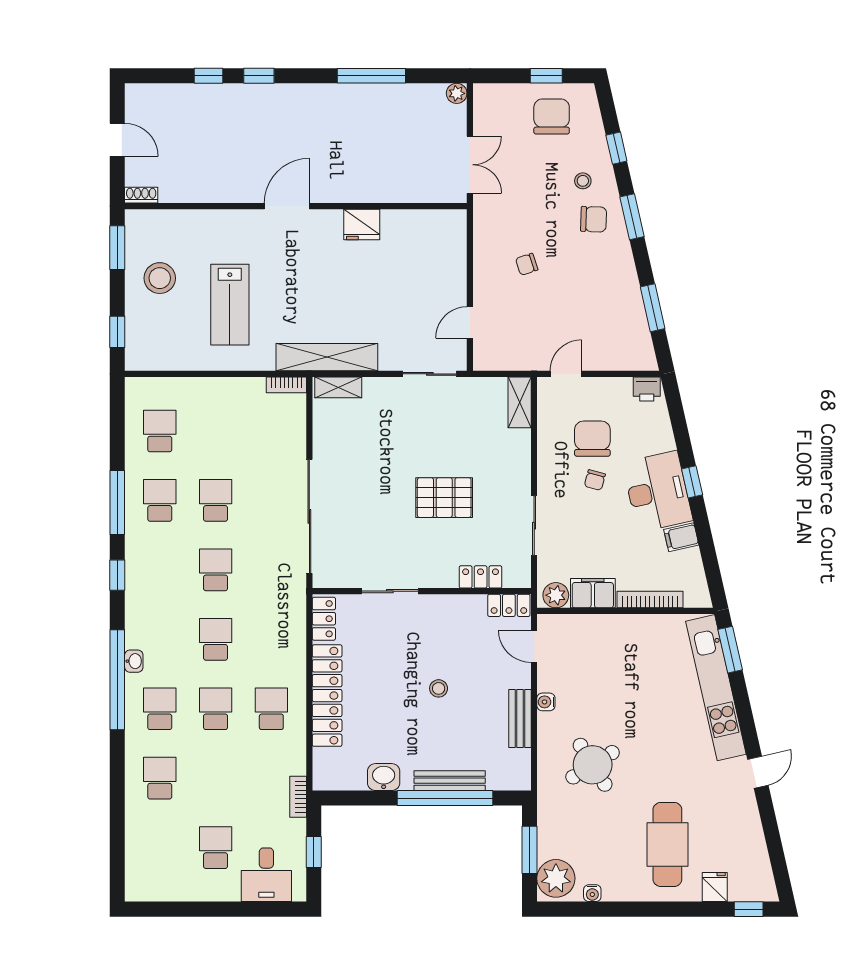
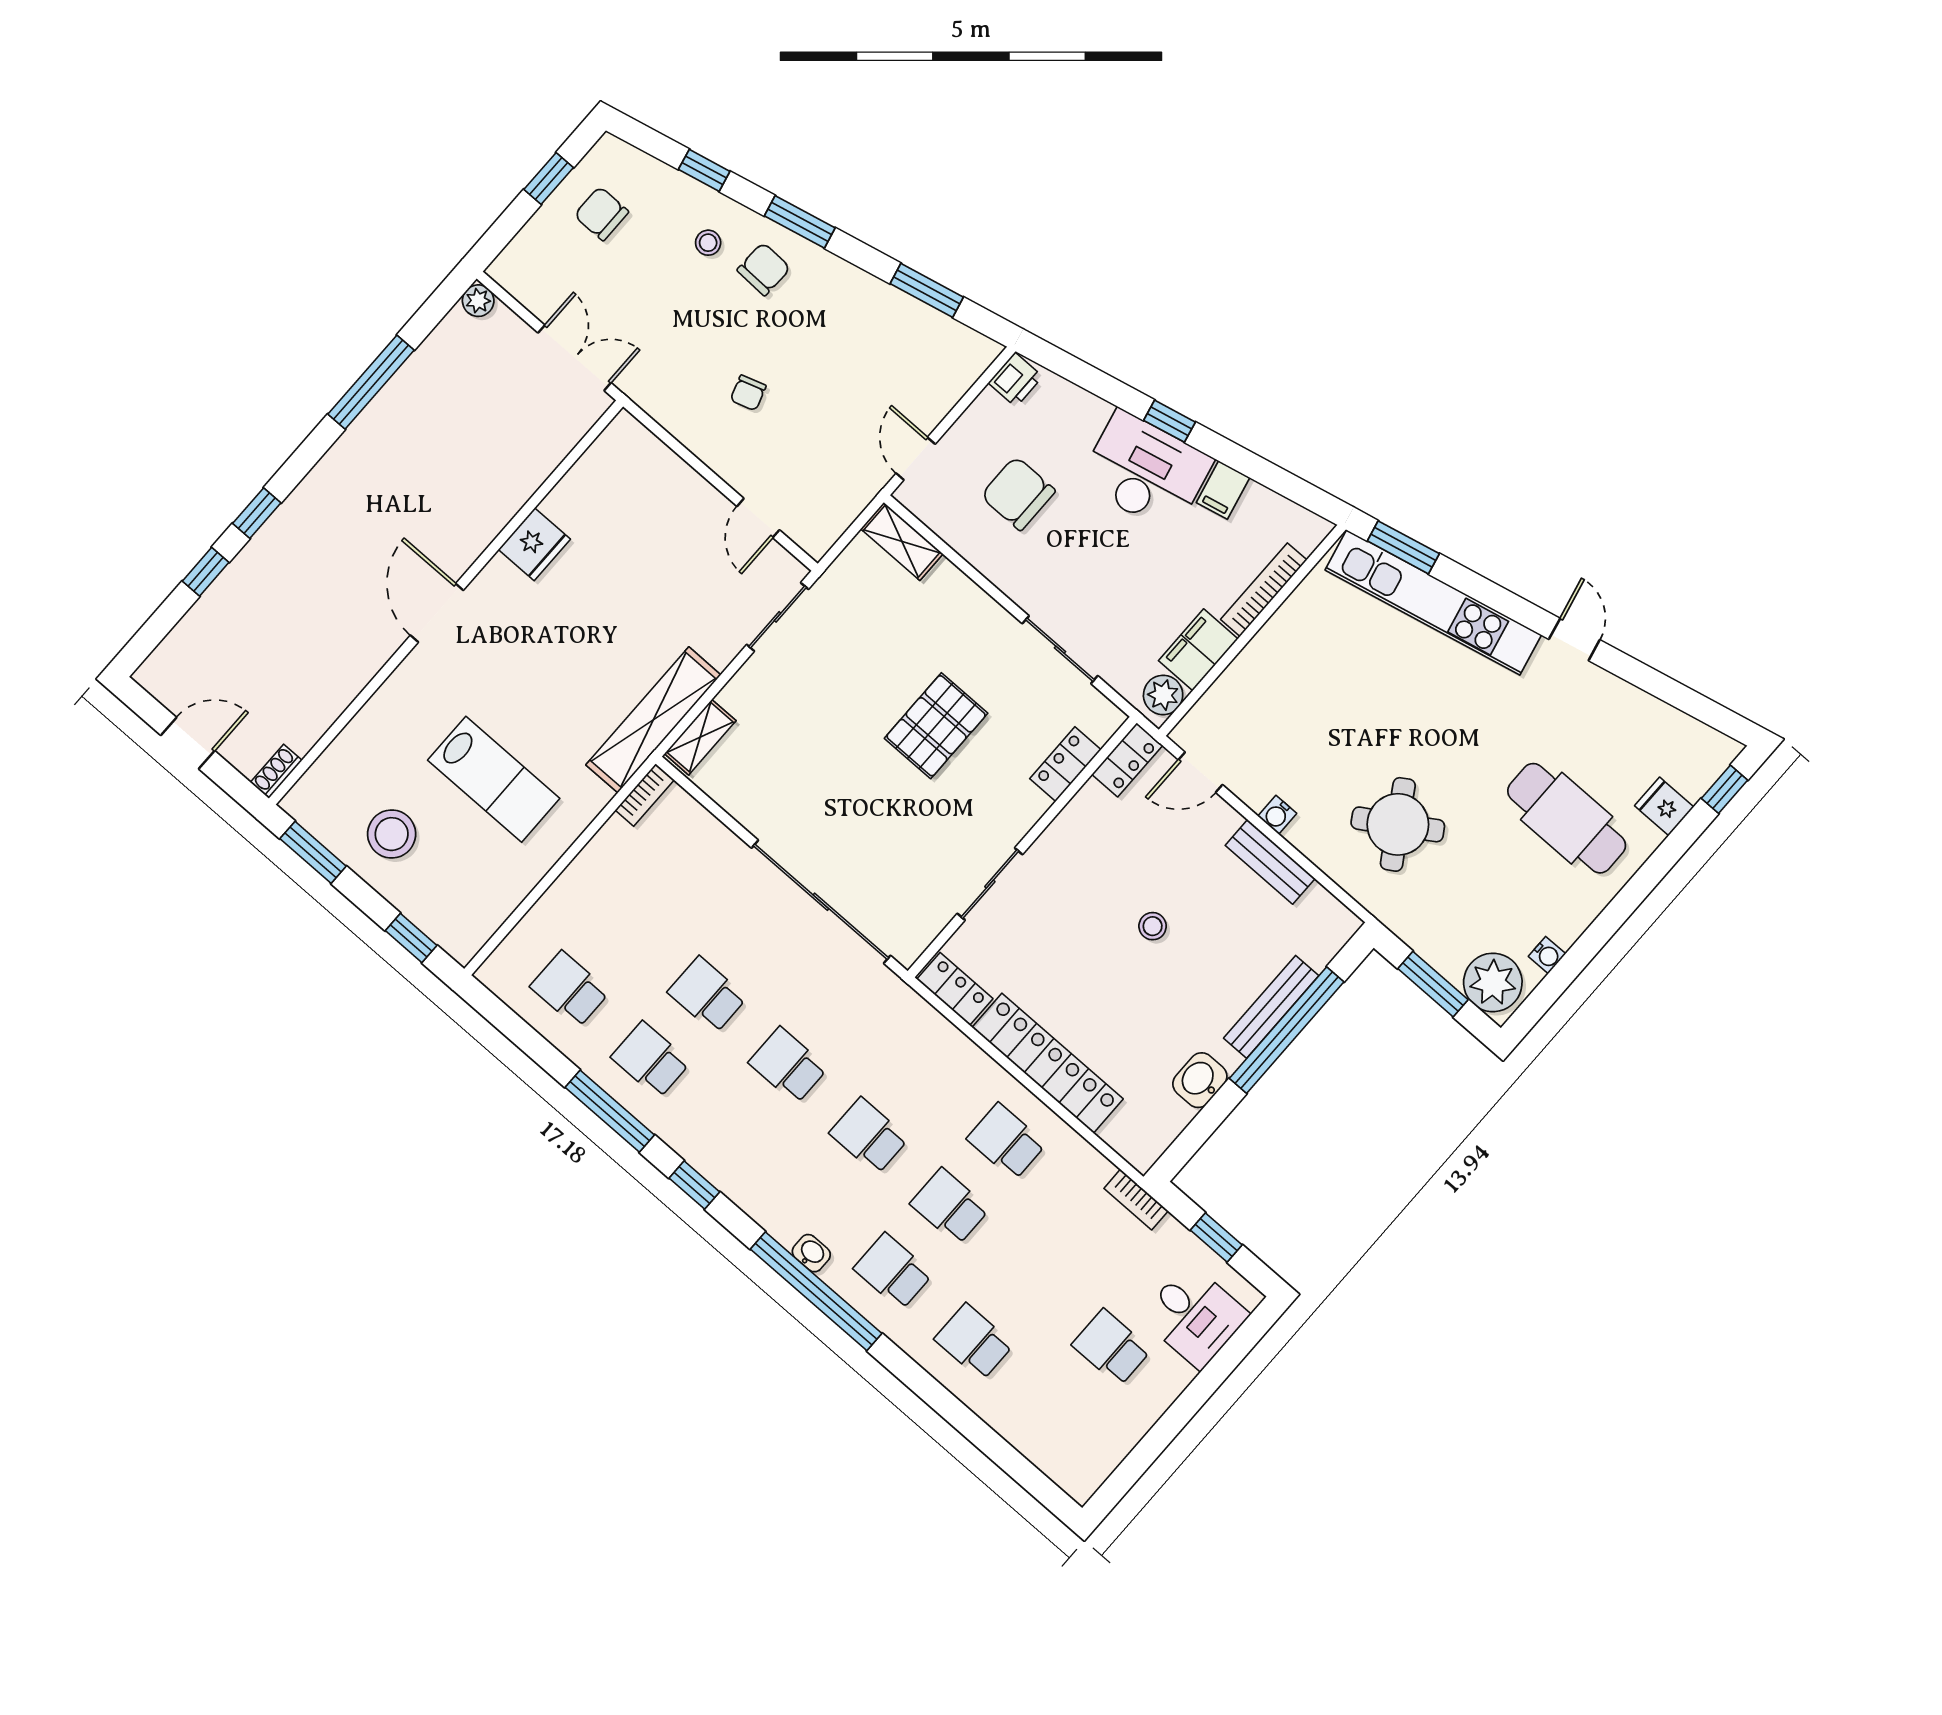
chair: (552, 116) -> (601, 214), width x0.73, depth x0.73
chair: (595, 480) -> (1069, 533), removed

